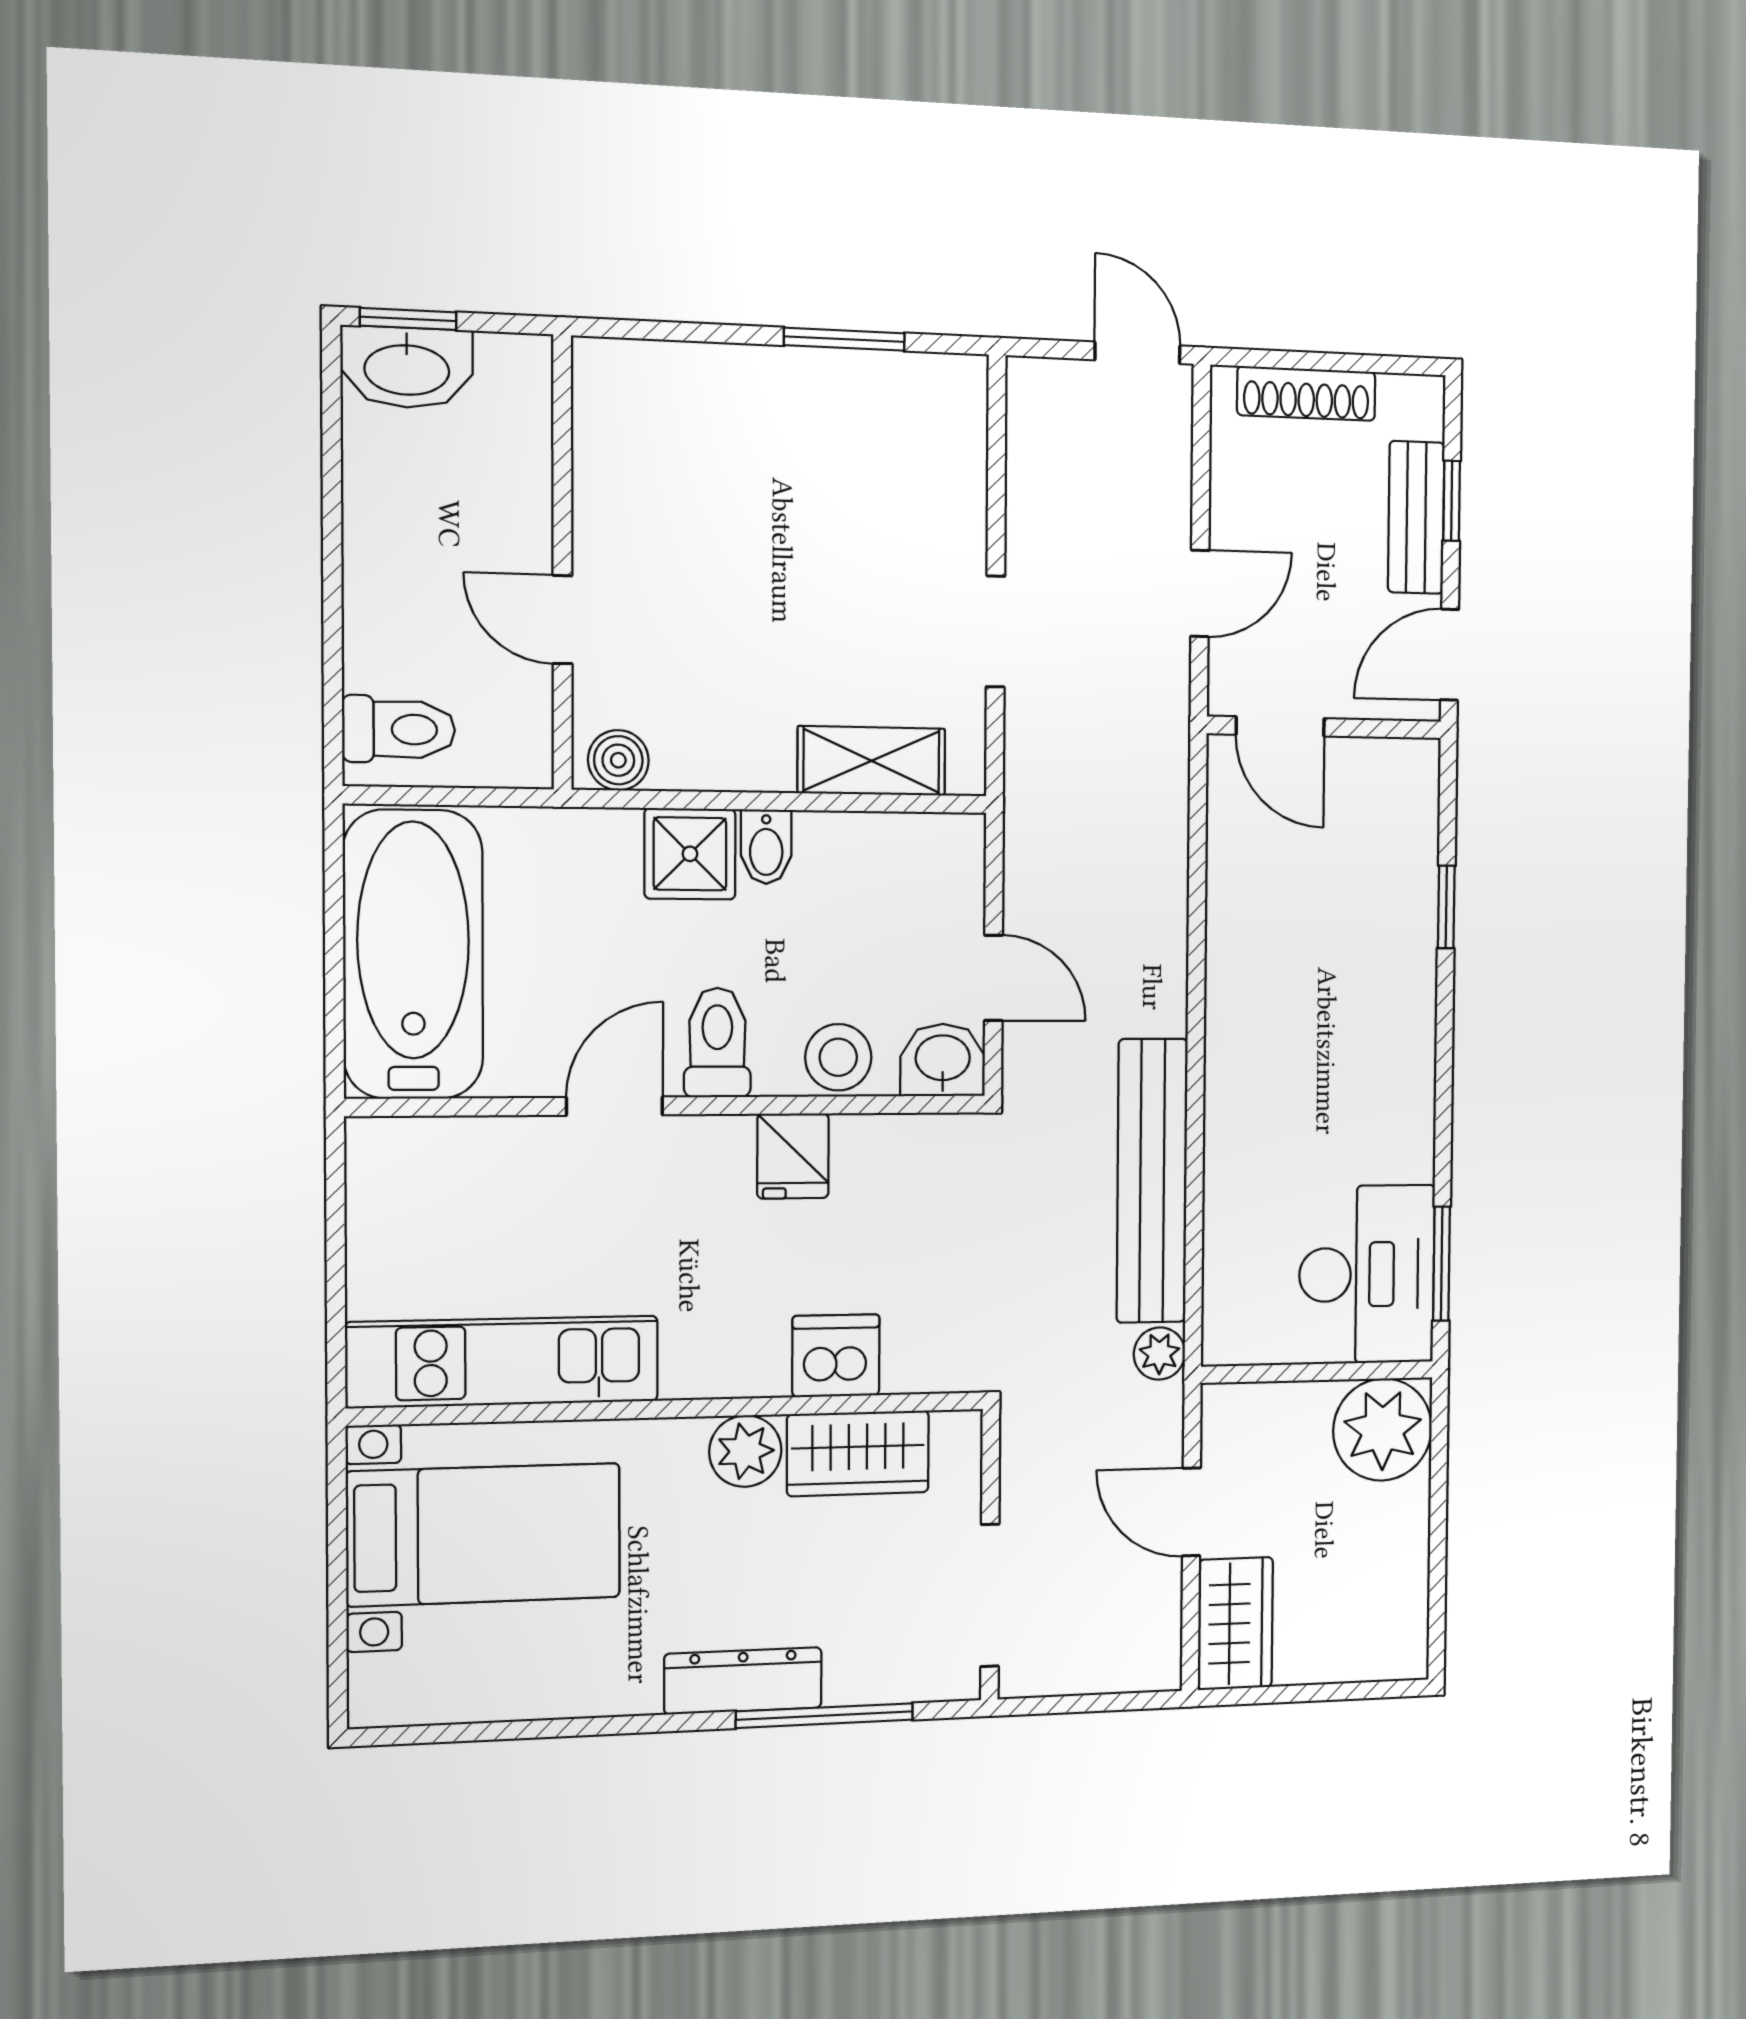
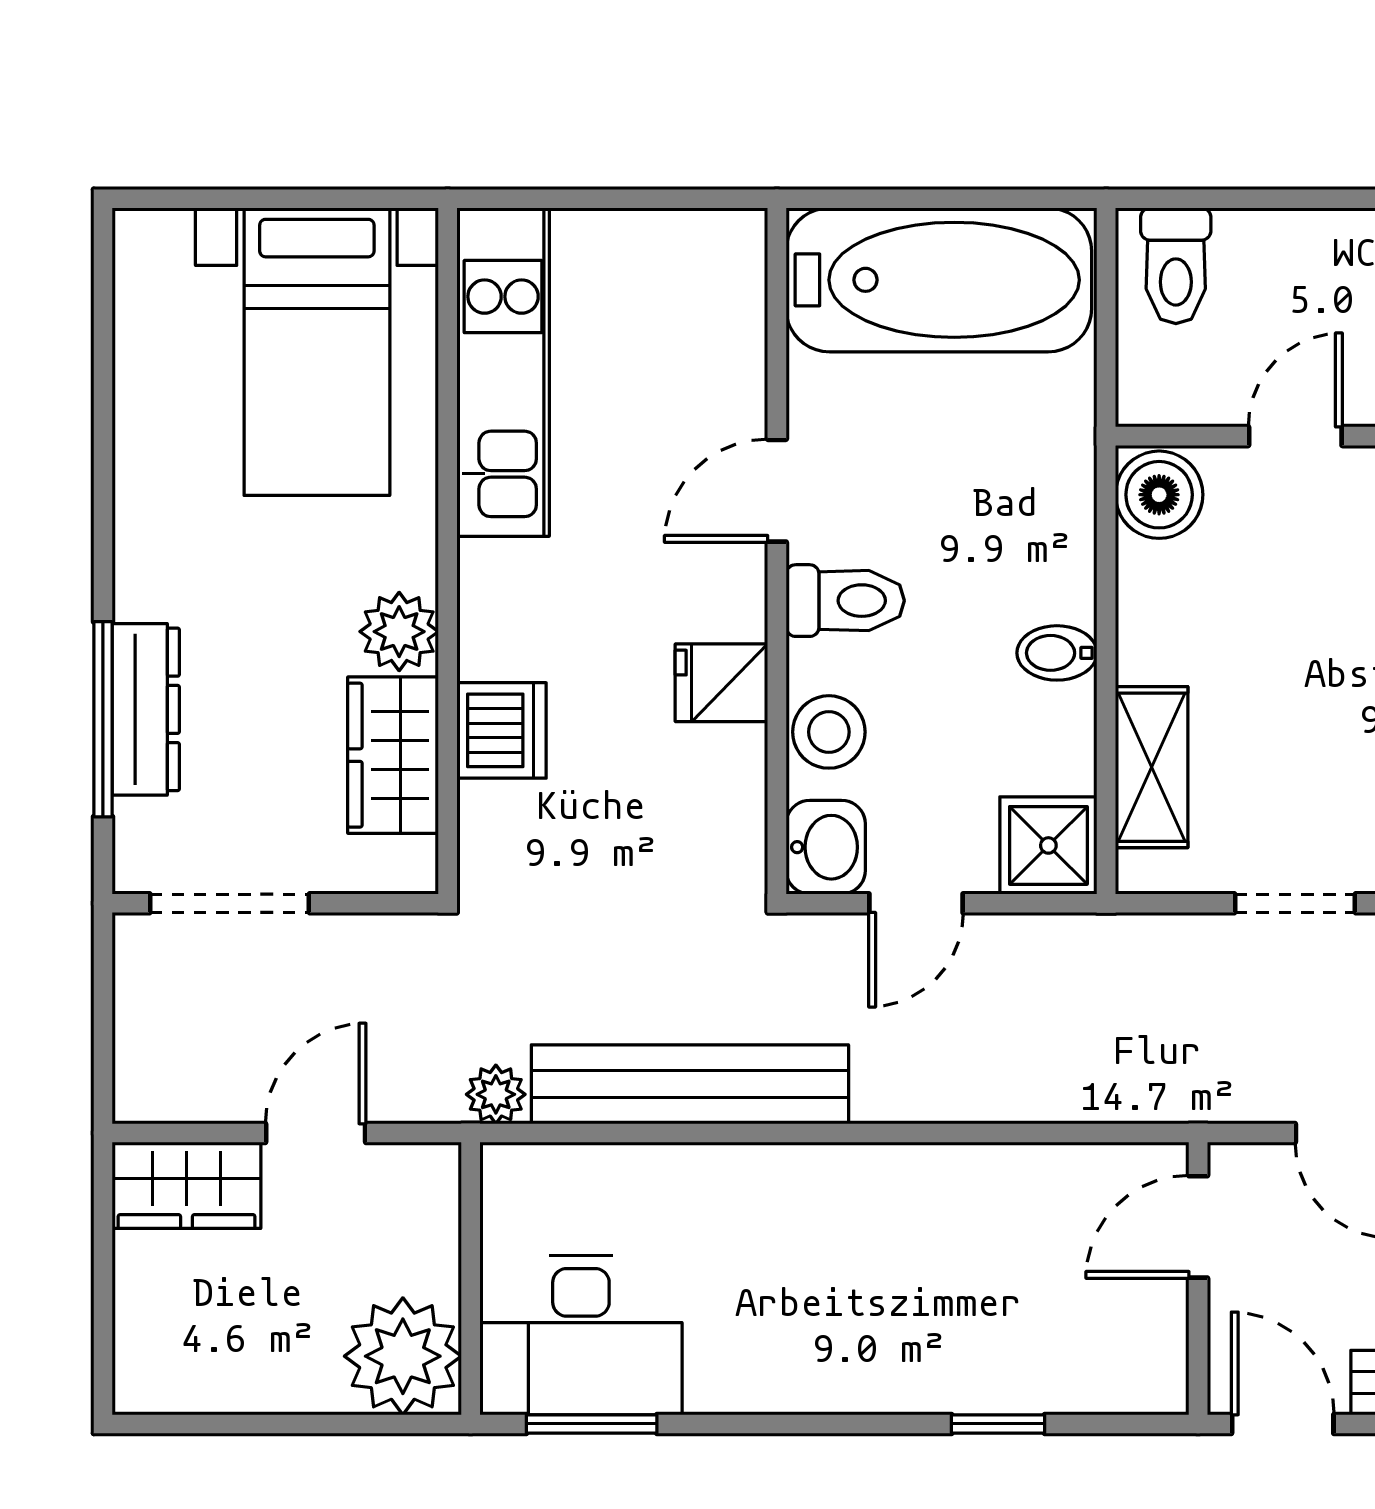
boiler: (618, 760) -> (1159, 495), width x1.36, depth x1.36
shower: (690, 854) -> (1048, 845), moved
door: (615, 1106) -> (777, 491), swing flipped
dresser: (743, 1681) -> (146, 709), moved

